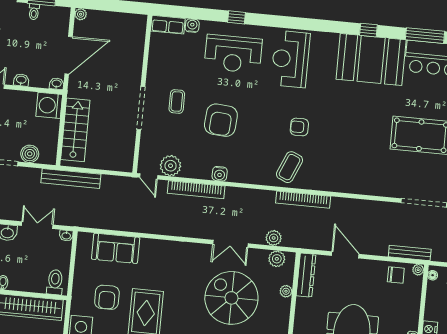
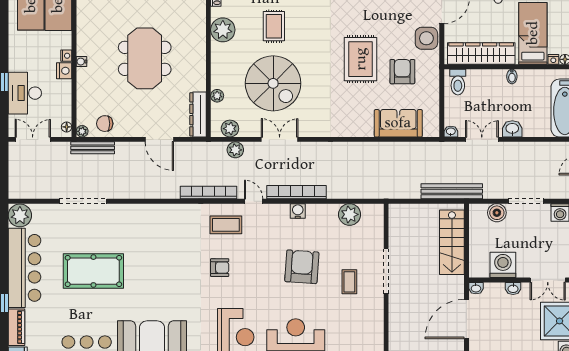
washing machine: (49, 105) -> (503, 265), moved, turned -90
coffee table: (290, 167) -> (226, 225), turned 67
door: (149, 176) -> (254, 201), moved
bookcase: (196, 190) -> (297, 192), moved
double door: (37, 225) -> (482, 139), swing flipped

